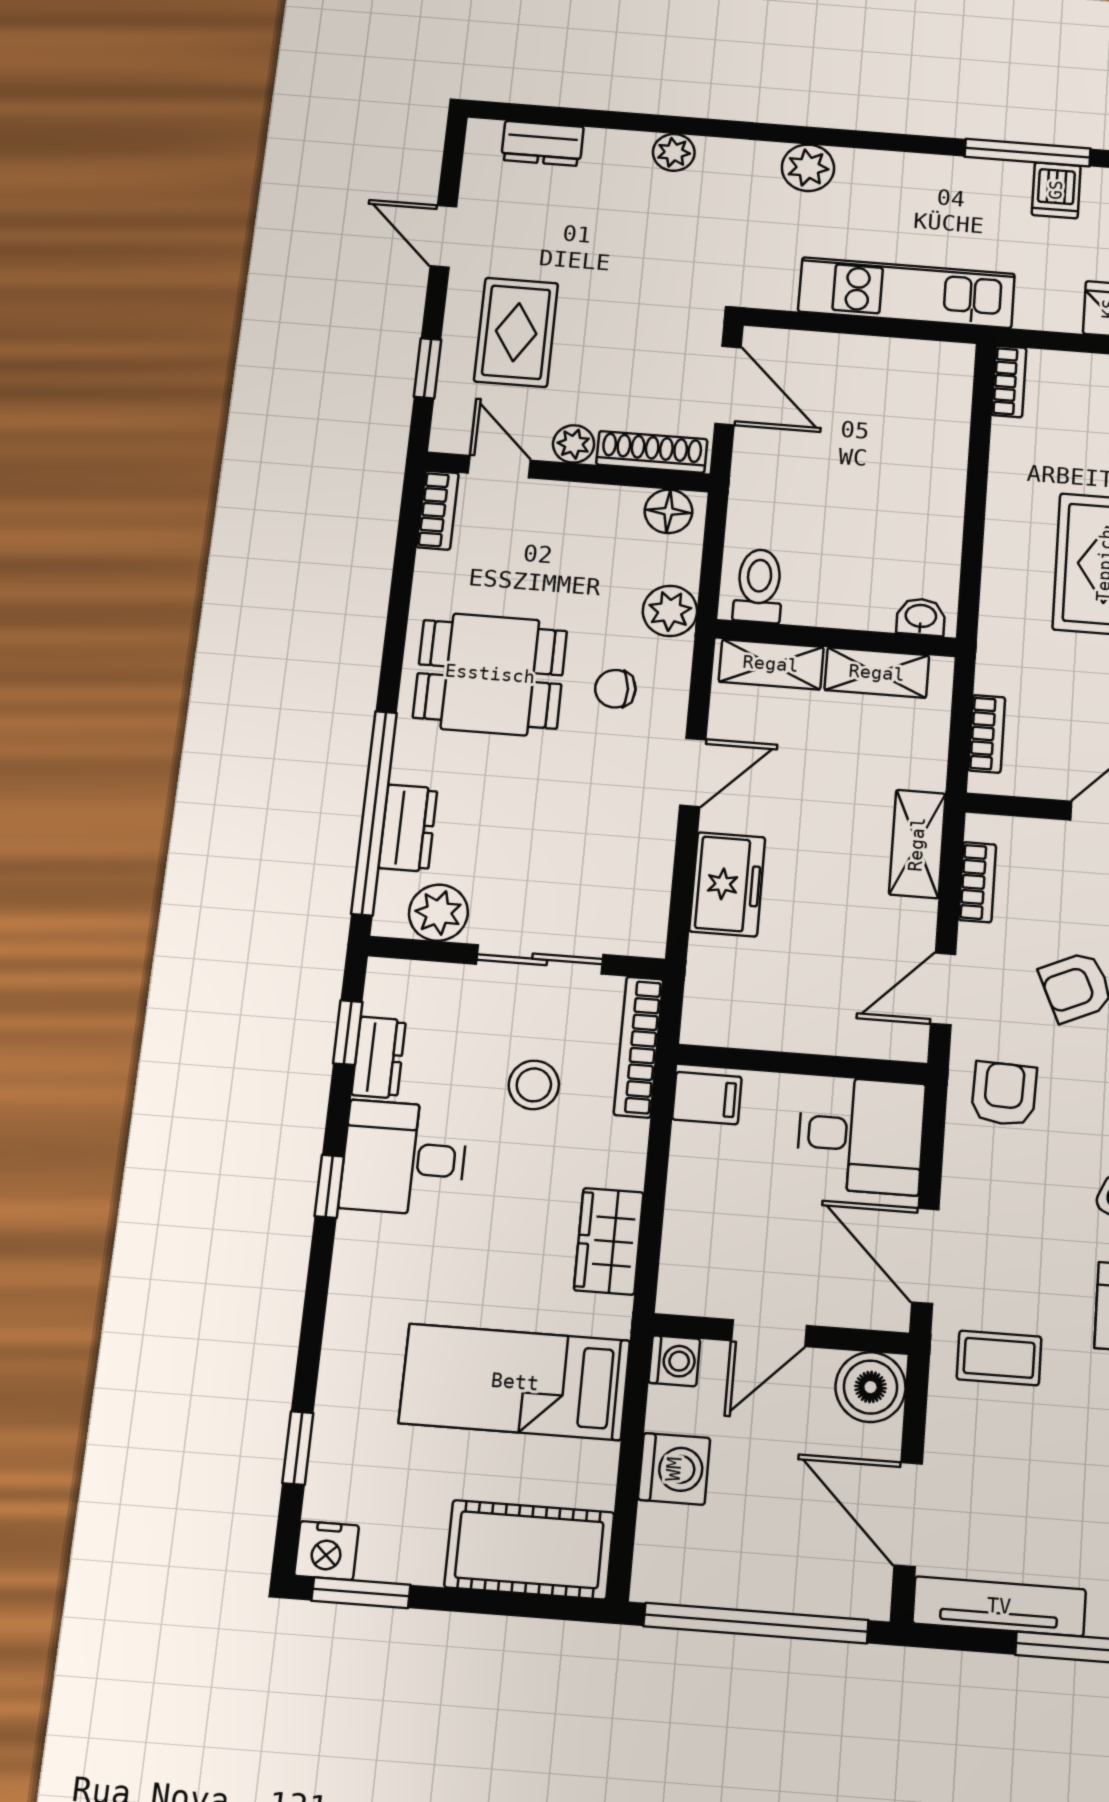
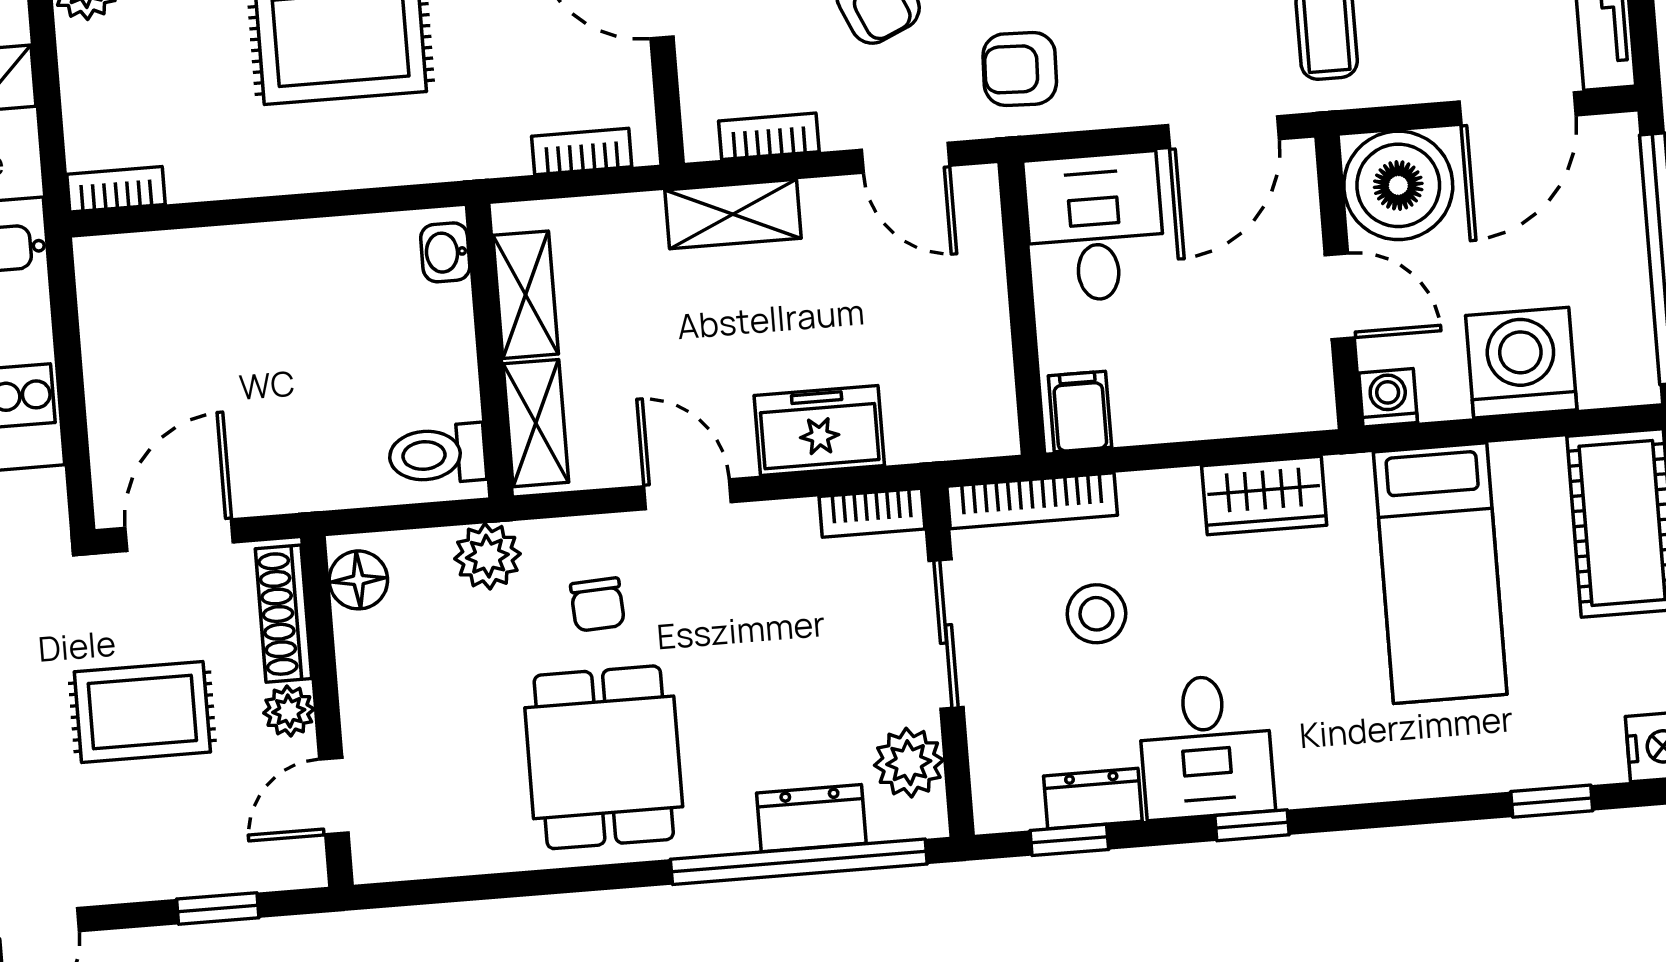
rug: (516, 332) -> (142, 712), moved
bookcase: (438, 510) -> (872, 513), moved, turned 180
boiler: (871, 1387) -> (1398, 185), width x1.37, depth x1.37
washing machine: (674, 1469) -> (1521, 363), width x1.37, depth x1.37

